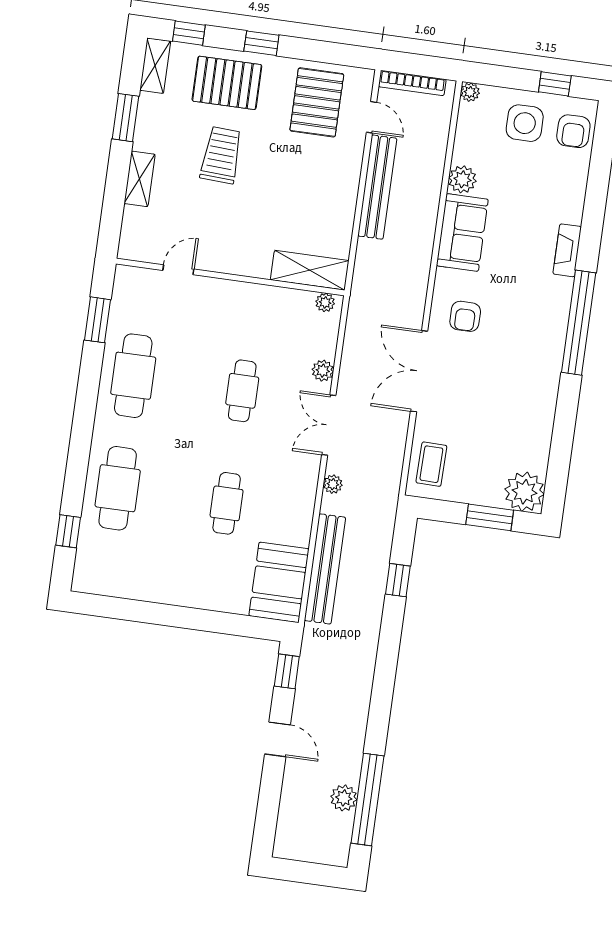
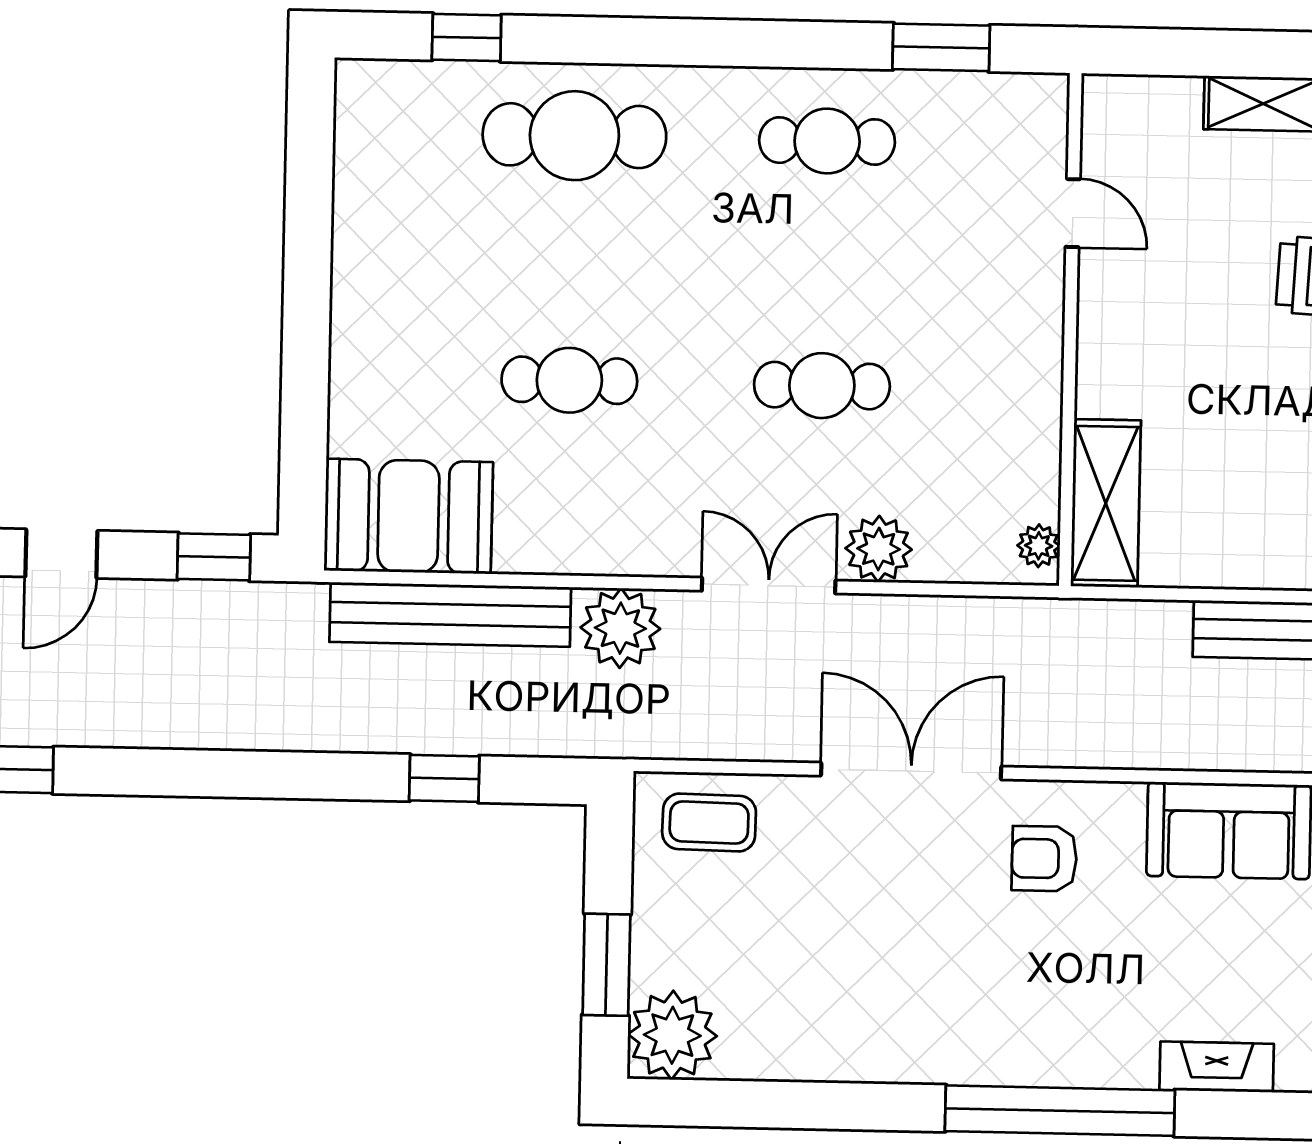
plant: (323, 371) -> (879, 549), width x1.38, depth x1.38
cafe table: (133, 376) -> (827, 141), width x0.73, depth x0.74
plant: (333, 484) -> (620, 628), width x1.88, depth x1.88

